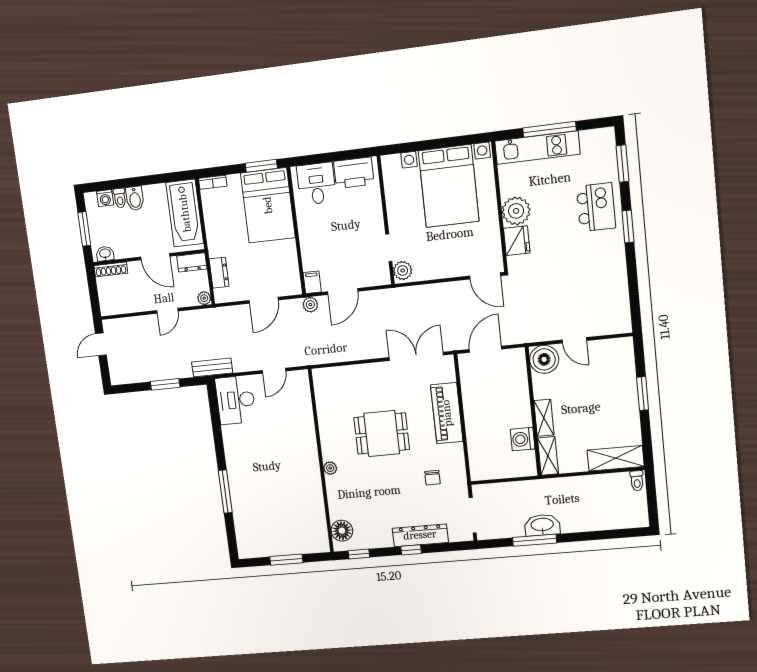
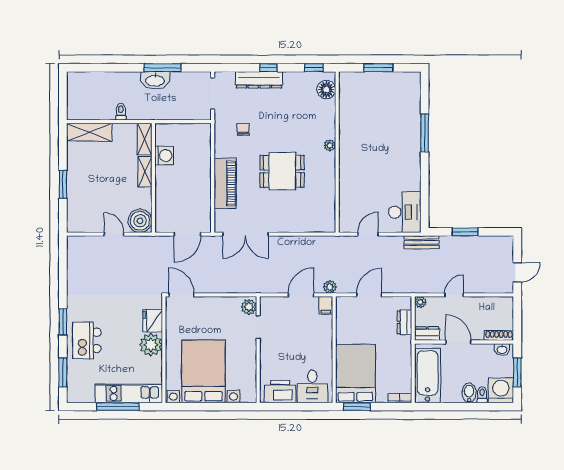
washing machine: (105, 198) -> (501, 390), width x1.89, depth x1.89
toilet: (637, 481) -> (121, 112), moved

